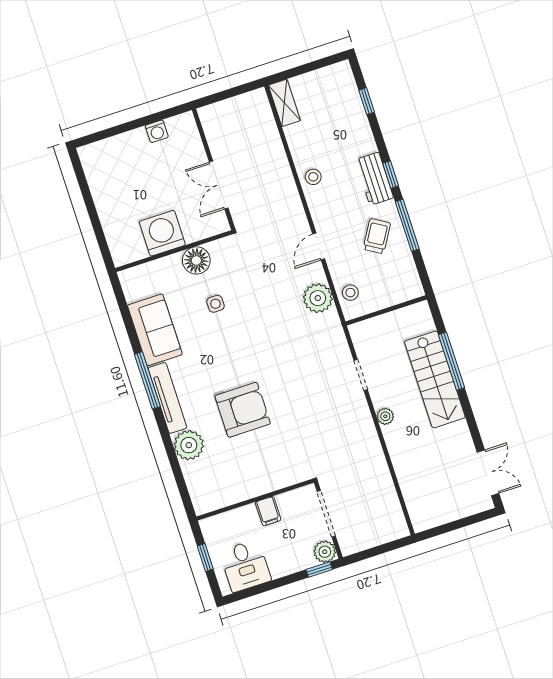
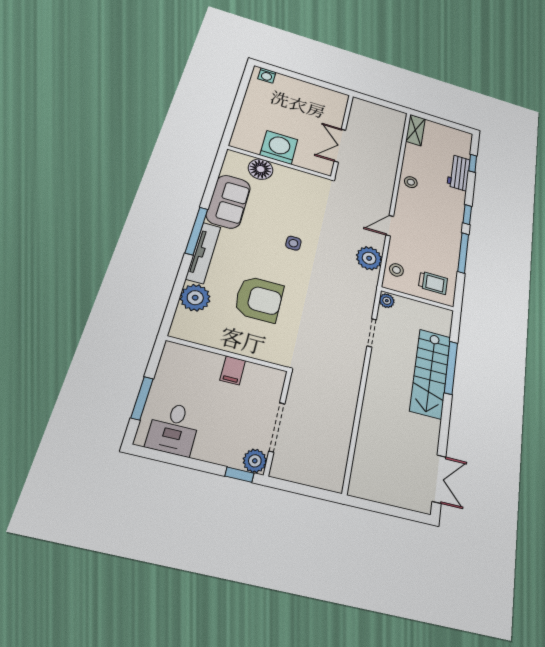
washing machine: (157, 131) -> (267, 75), moved
workbench: (374, 179) -> (459, 173), moved
trolley: (377, 236) -> (433, 283), moved, turned 59
floor lamp: (196, 260) -> (261, 169), moved
side table: (216, 304) -> (293, 243), moved
plant: (385, 416) -> (387, 301), moved
wall: (255, 500) -> (228, 354), moved
filing cabinet: (268, 511) -> (233, 370), moved
window: (205, 558) -> (142, 398), width x1.50

